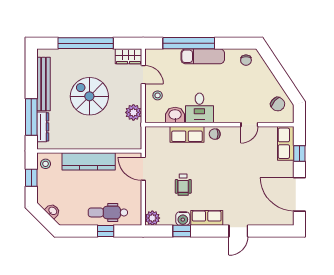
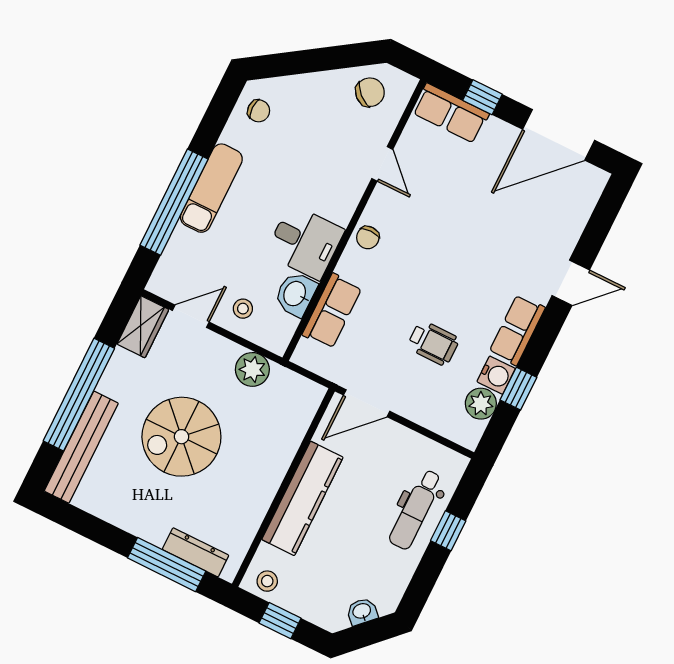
bench: (43, 84) -> (81, 447), moved, turned 90
row of seats: (187, 134) -> (332, 311), moved
plant: (152, 218) -> (481, 404), moved
door: (238, 231) -> (571, 283), hinge flipped

